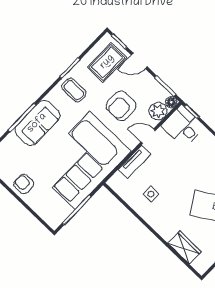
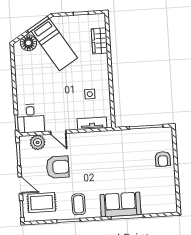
floor lamp: (171, 102) -> (24, 140), removed
corner sofa: (82, 160) -> (114, 155), removed
tv unit: (135, 162) -> (92, 123), moved
armchair: (24, 184) -> (163, 159), moved

